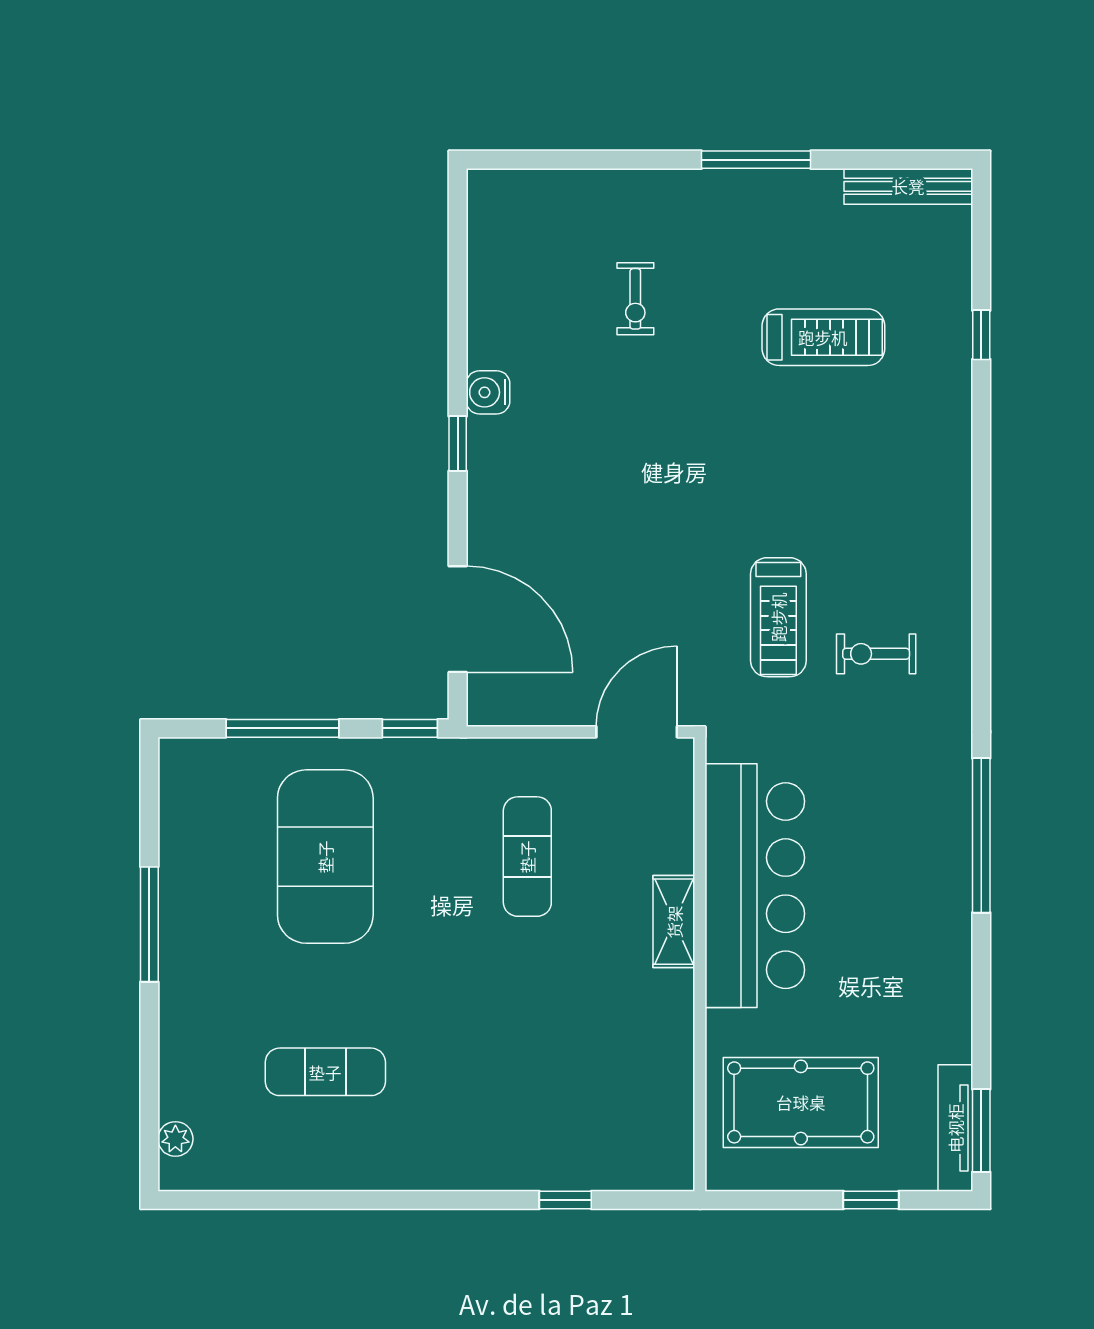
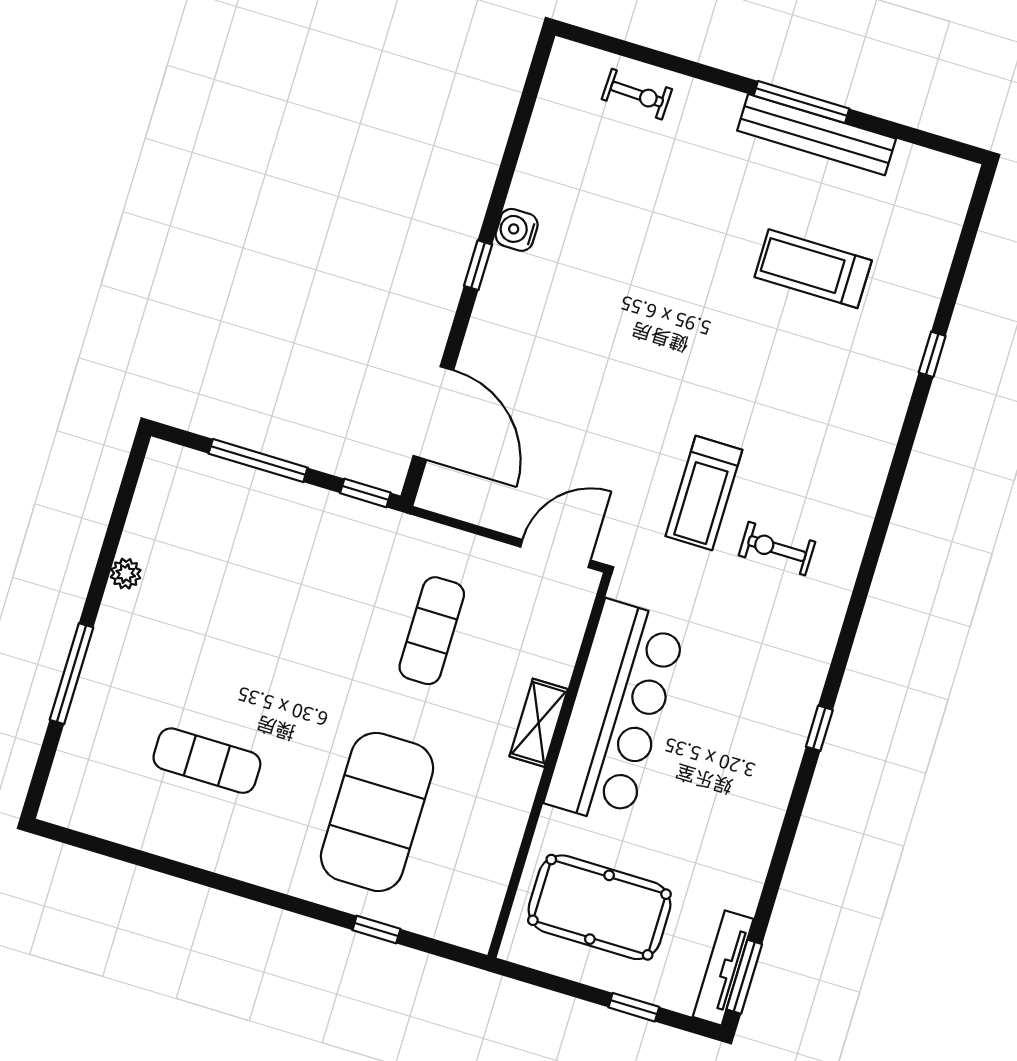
bench: (908, 186) -> (817, 135), moved, width x1.37, depth x1.21
exercise bike: (635, 299) -> (637, 94), moved, turned -88
window: (981, 335) -> (932, 354), moved
treadmill: (823, 337) -> (813, 269), turned 180
window: (981, 835) -> (819, 728), width x0.32
exercise mat: (325, 857) -> (377, 812), moved
window: (149, 924) -> (71, 674), moved
plant: (175, 1139) -> (126, 574), moved

